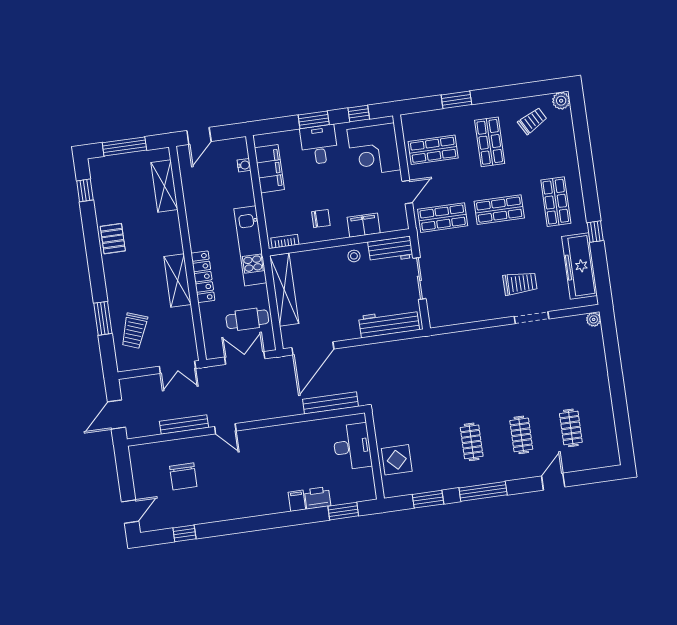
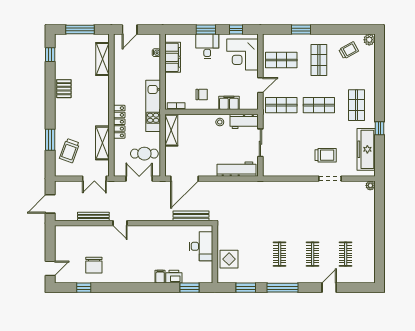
shelving: (178, 281) -> (102, 143), moved
shelving: (284, 290) -> (171, 130), width x0.68
chair: (183, 476) -> (94, 265), moved

